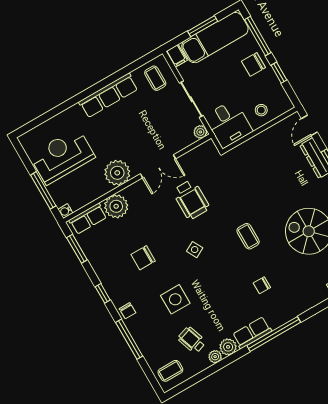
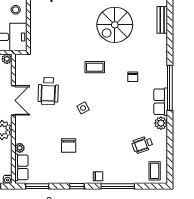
wheelchair: (191, 200) -> (48, 91), turned 92
plant: (116, 206) -> (20, 148), width x0.53, depth x0.53
side table: (175, 299) -> (109, 140), removed
plant: (215, 357) -> (162, 136), removed

